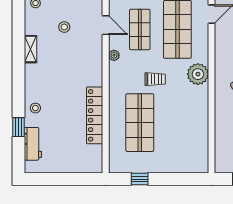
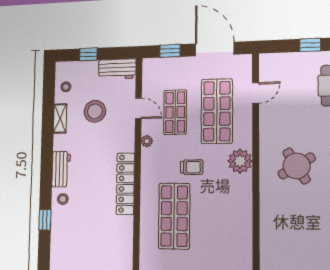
stool: (64, 27) -> (95, 111), width x1.89, depth x1.89
shelving: (31, 49) -> (60, 118), moved
locker: (95, 115) -> (125, 184), moved
workbench: (33, 144) -> (61, 169), moved

